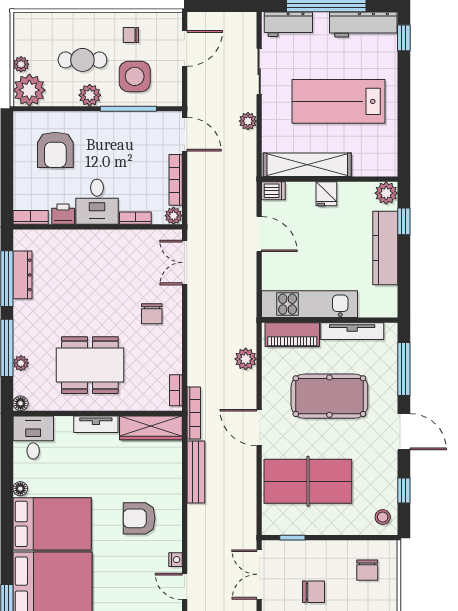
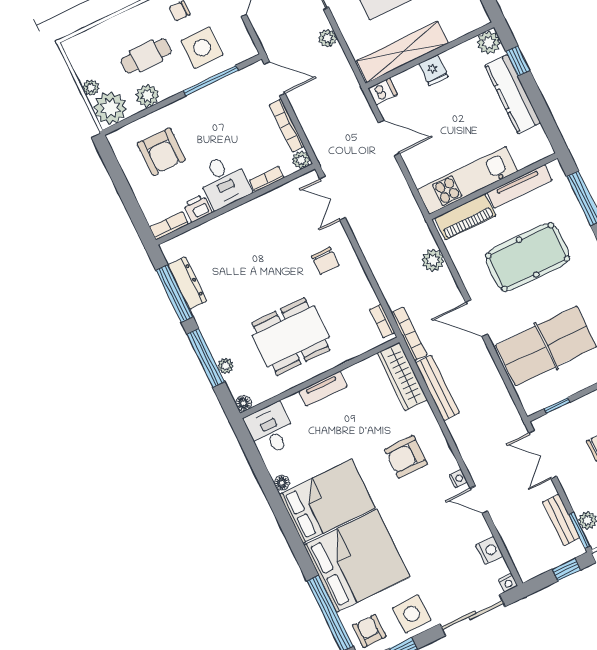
plant: (90, 95) -> (147, 96), moved
wardrobe: (151, 428) -> (402, 376), moved, turned 90

